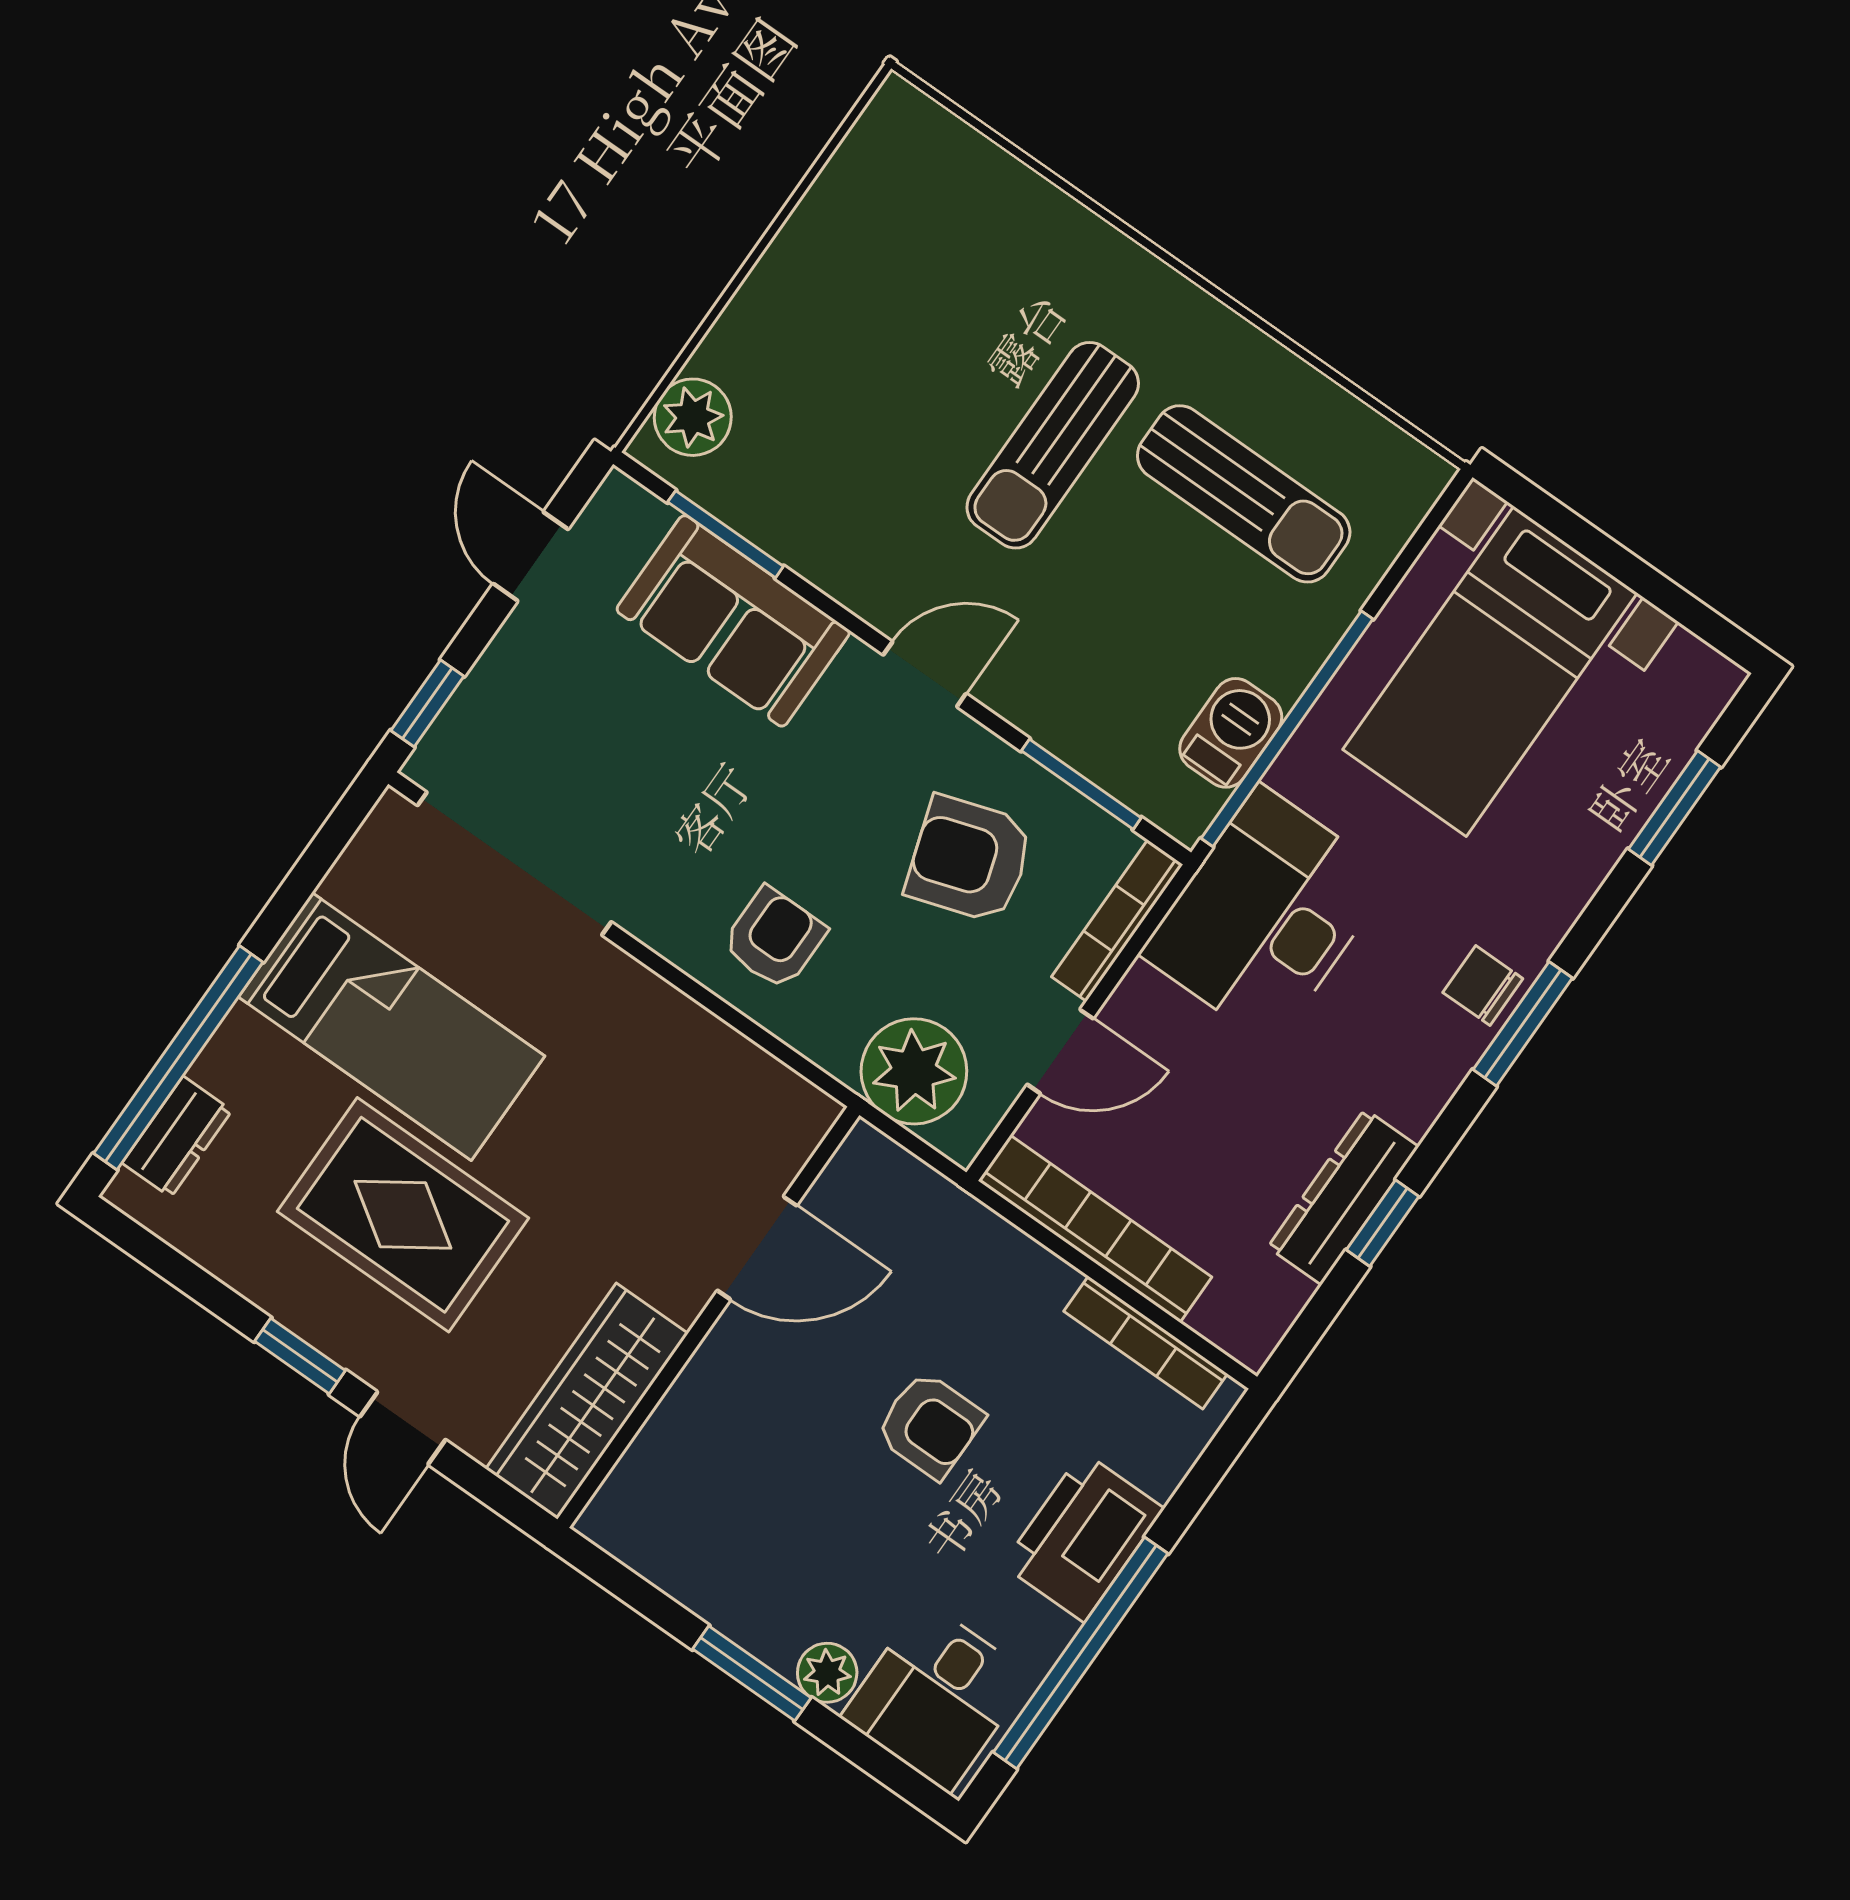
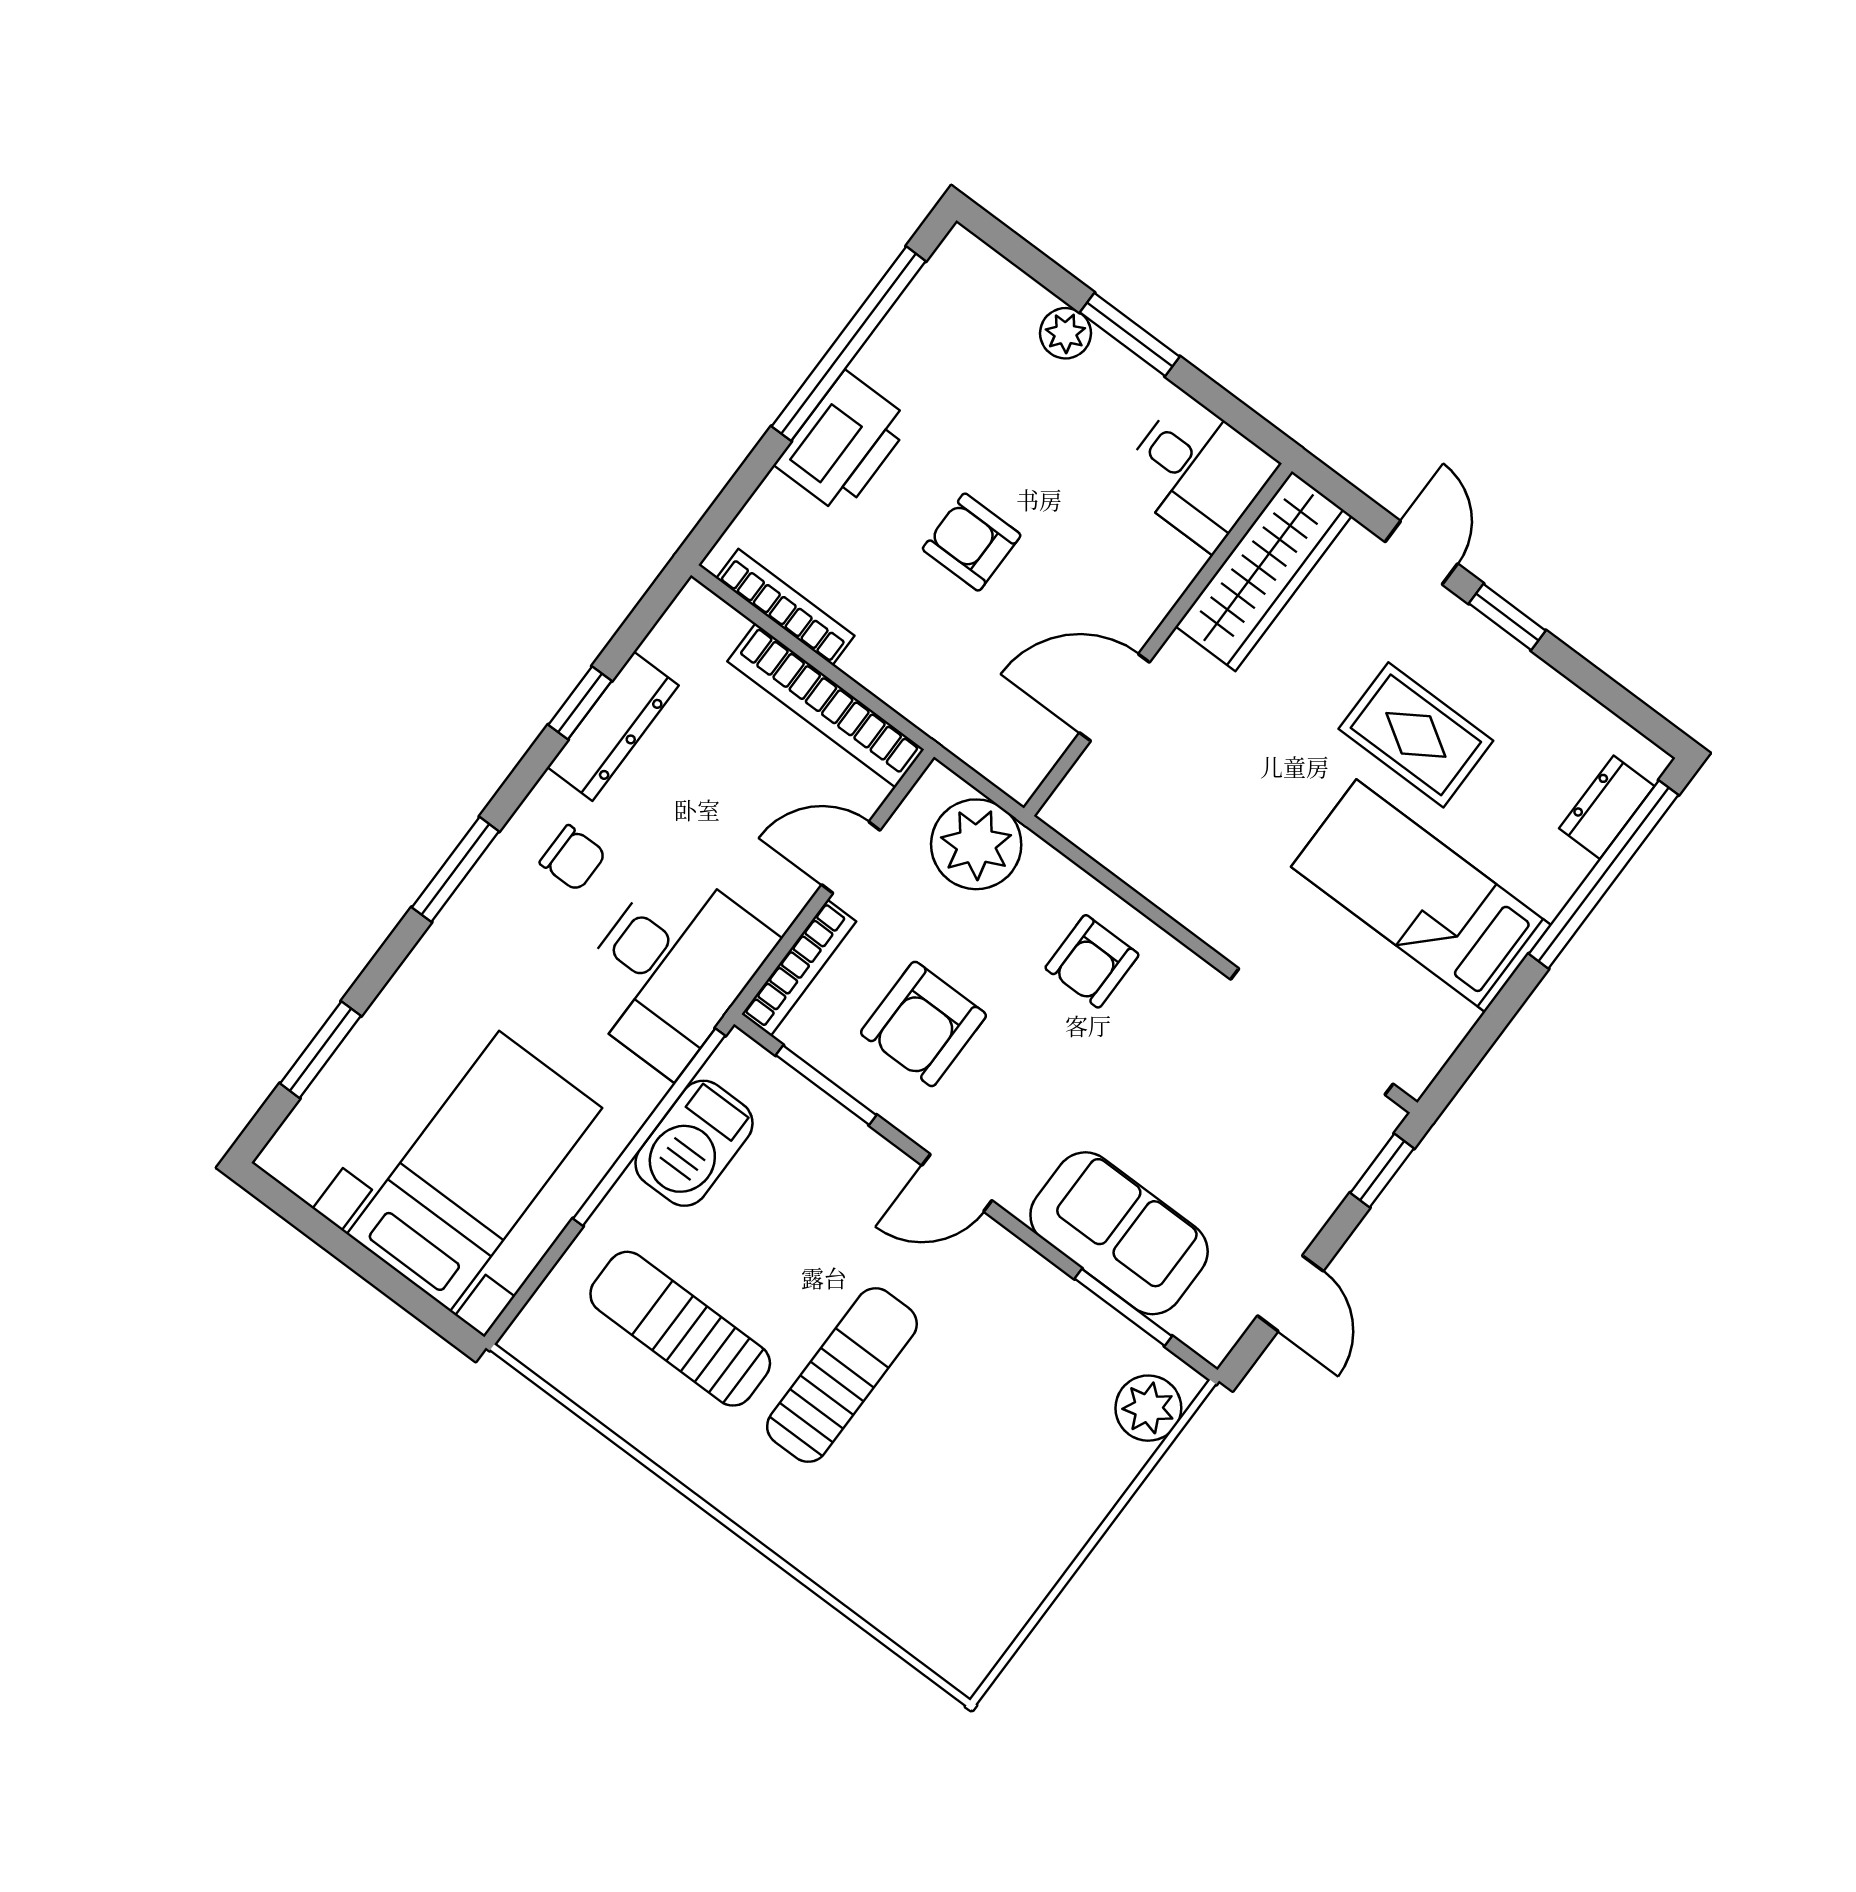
barbecue: (1231, 733) -> (694, 1143), width x1.38, depth x1.27
armchair: (969, 859) -> (923, 1024), turned 108
chair: (1483, 986) -> (573, 858), moved
rug: (403, 1215) -> (1416, 735), width x0.73, depth x0.70
desk: (936, 1697) -> (1198, 473), moved, turned 90

